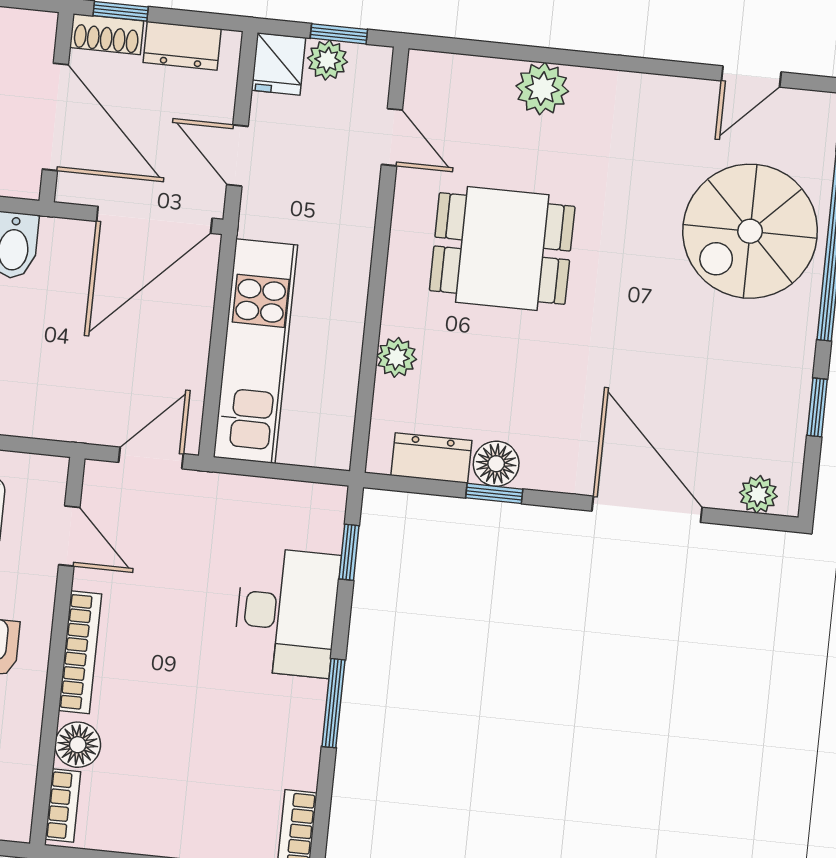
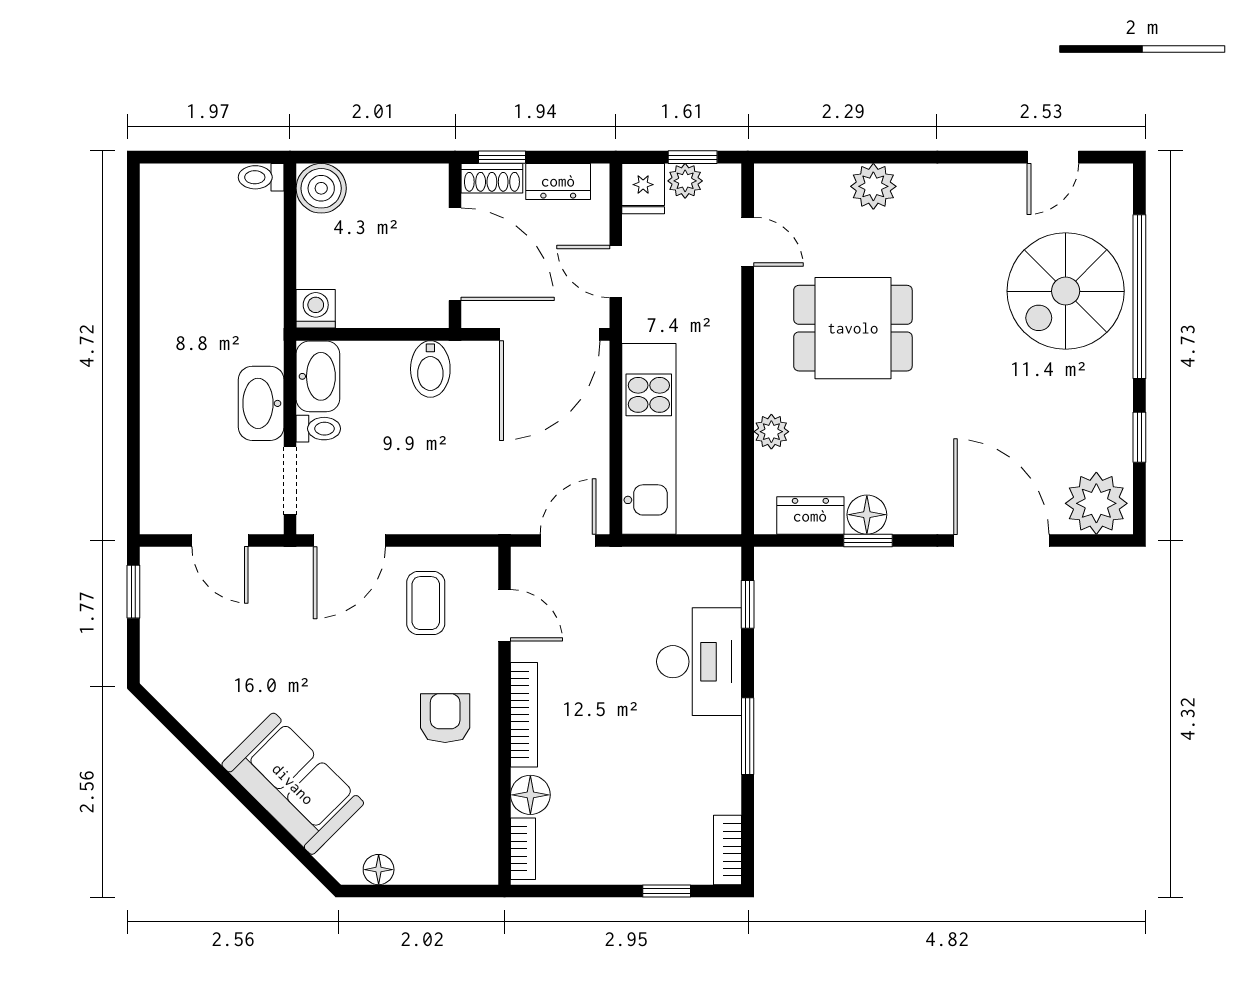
plant: (758, 494) -> (1096, 503), width x1.88, depth x1.88

